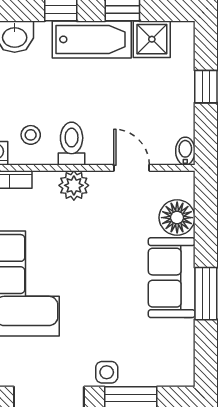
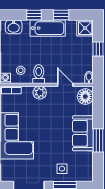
shower: (152, 39) -> (85, 28), moved
floor lamp: (177, 218) -> (85, 97), moved
side table: (107, 372) -> (62, 169), moved

